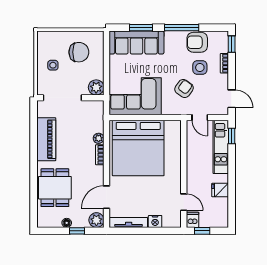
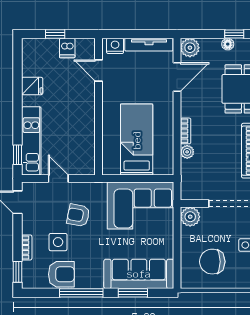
armchair: (184, 89) -> (78, 215), turned 65
bed: (138, 148) -> (137, 140), width x0.49
wall: (184, 174) -> (99, 107), moved
door: (184, 202) -> (99, 71), moved
window: (77, 231) -> (234, 34), moved

